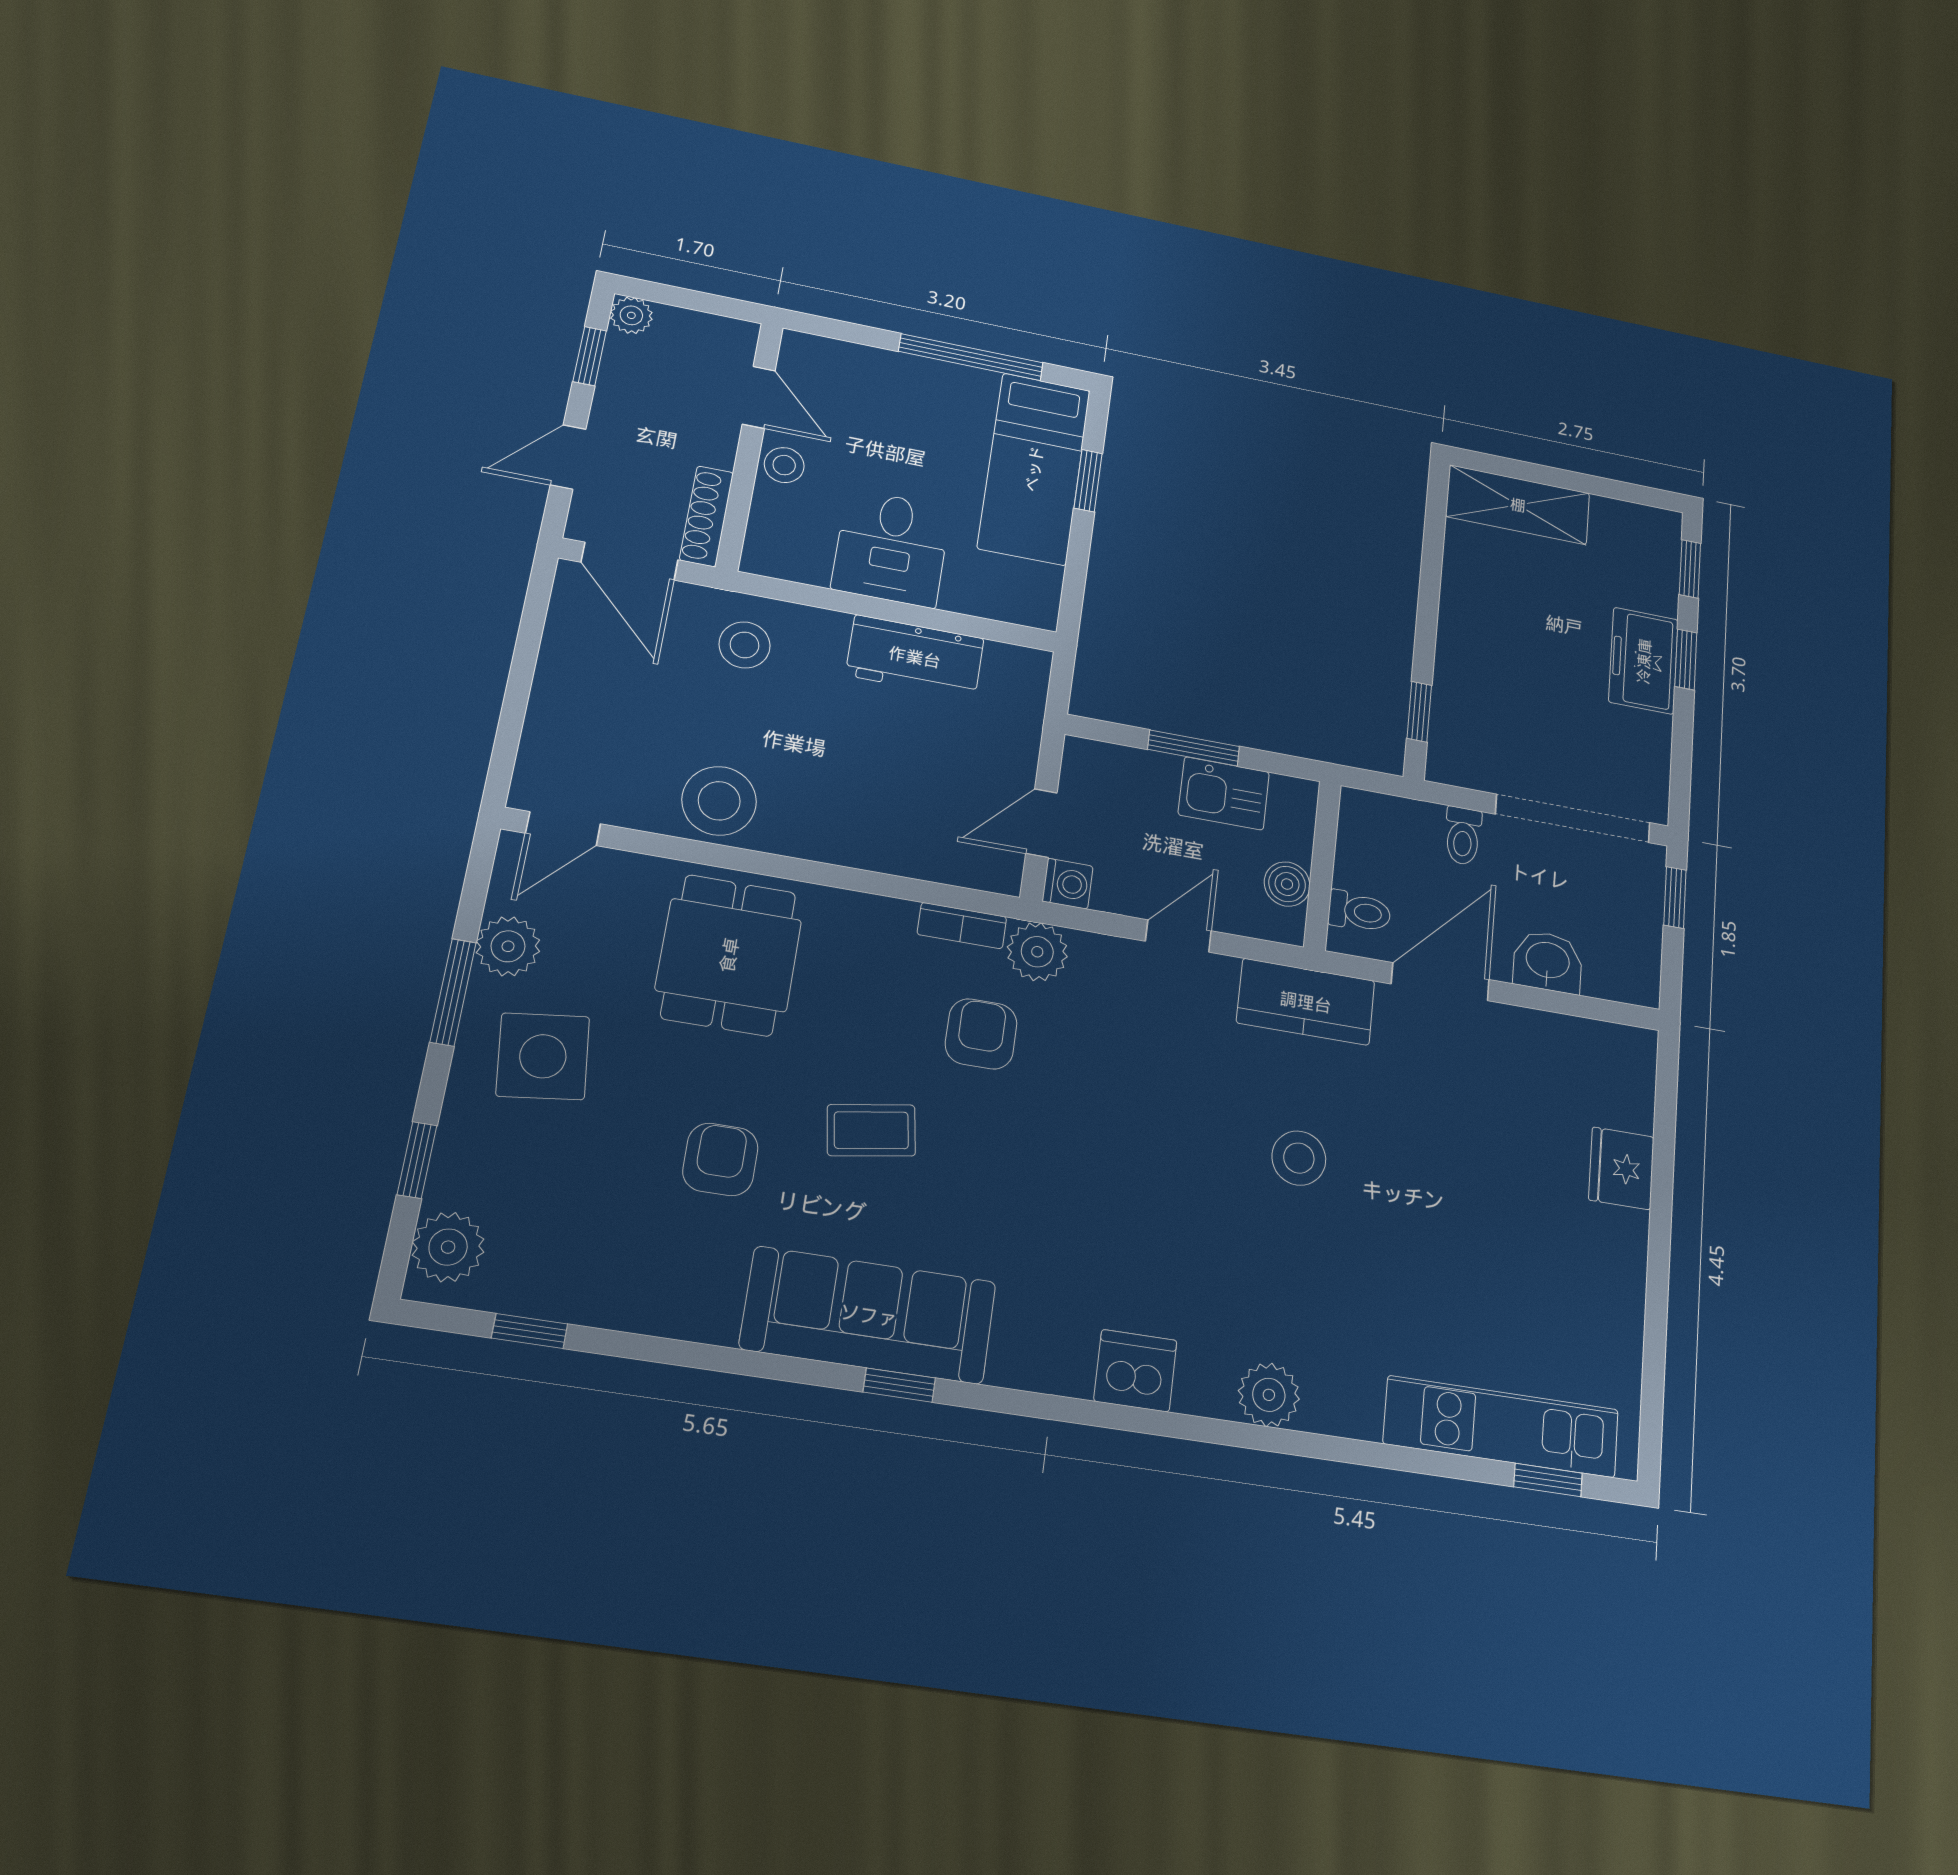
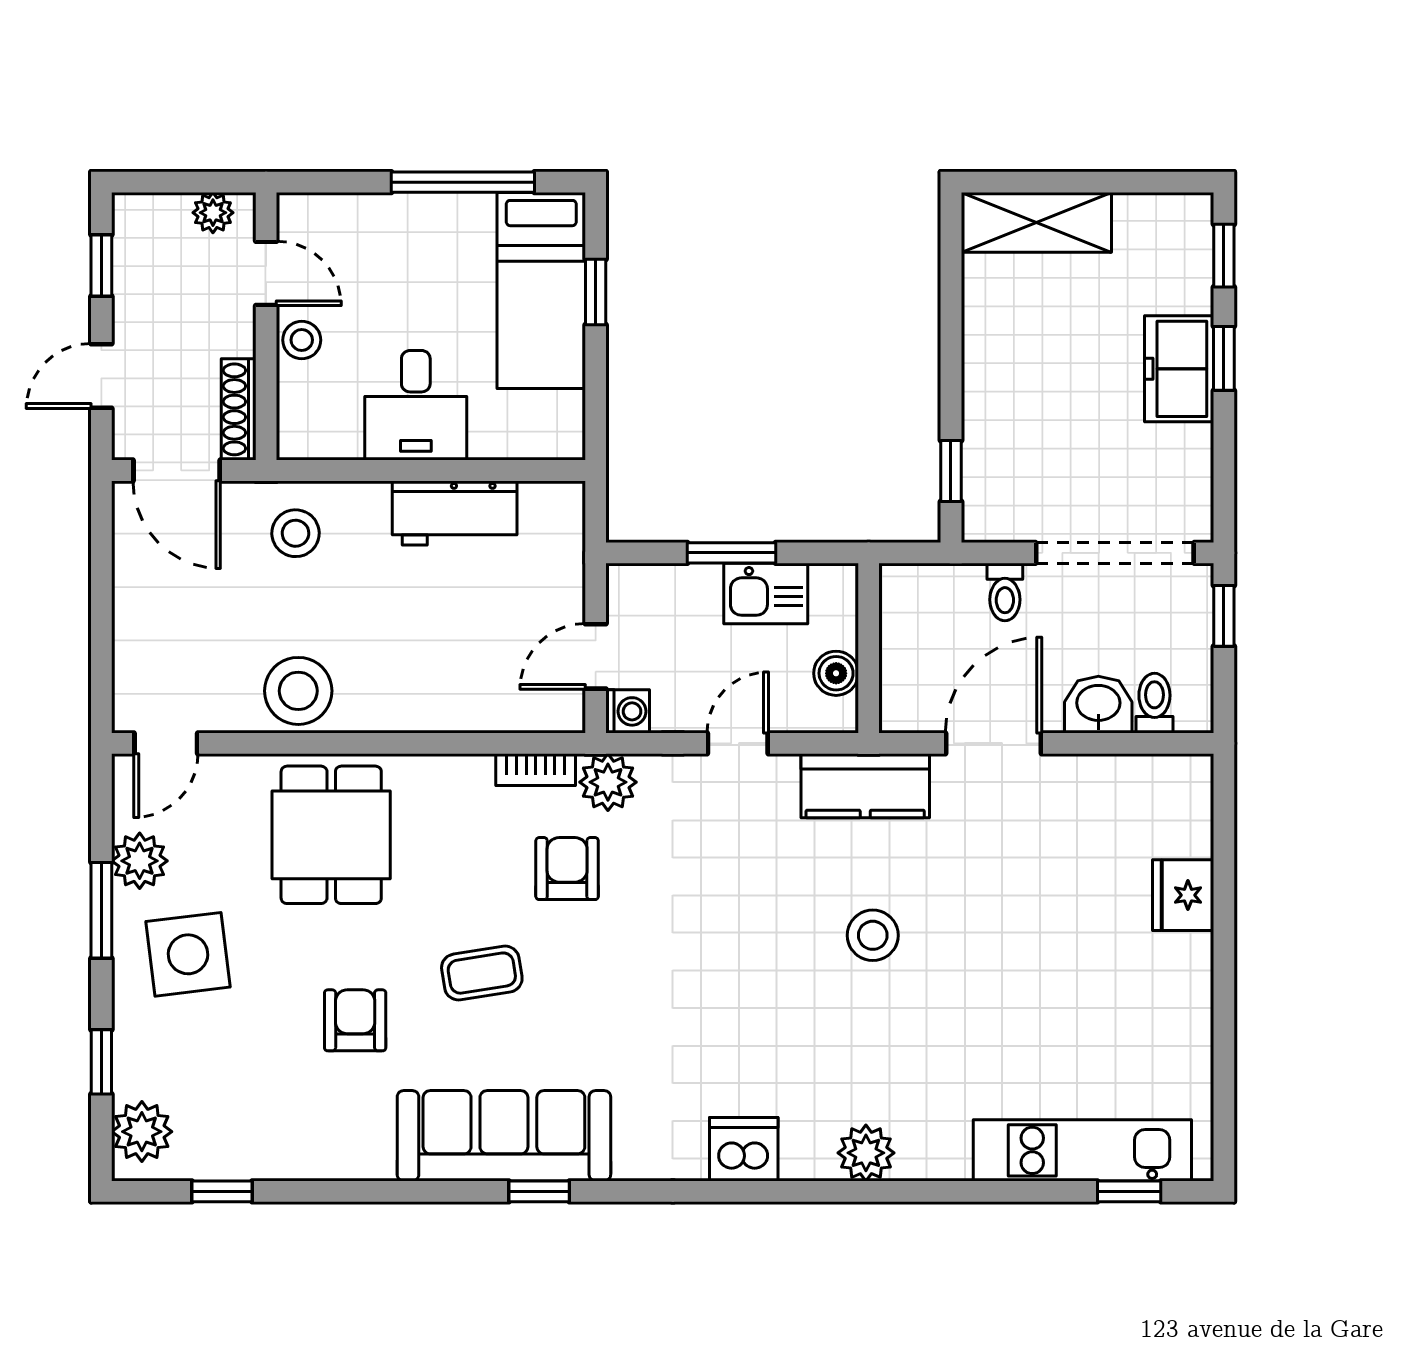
plant: (631, 315) -> (213, 213), moved
toilet: (1359, 912) -> (1154, 703), moved, turned -90

